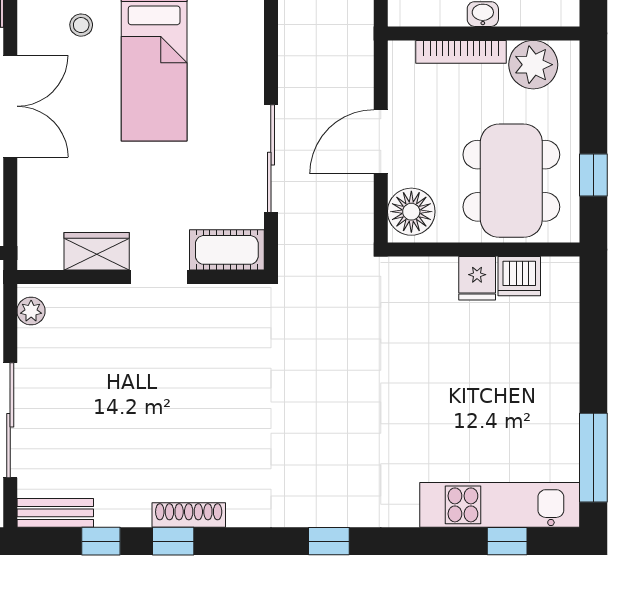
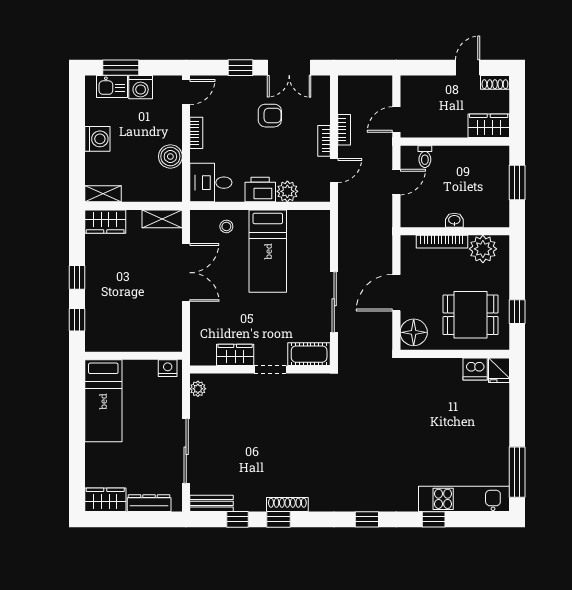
dining table: (511, 181) -> (471, 315), width x0.73
fridge: (477, 278) -> (499, 370), moved
window: (507, 541) -> (434, 519), moved

